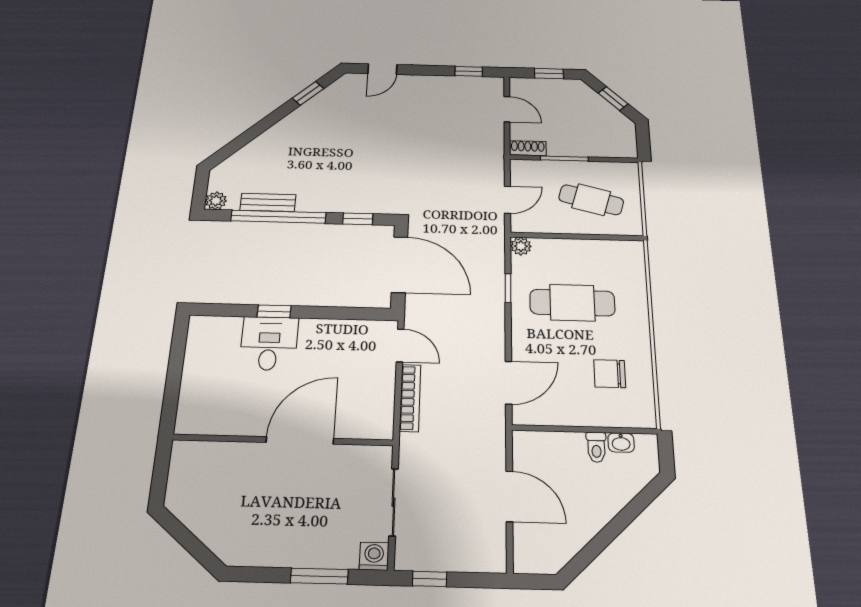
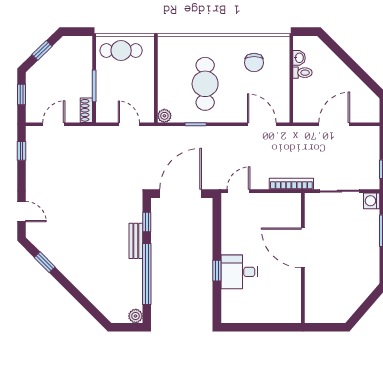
cafe table: (591, 200) -> (121, 51), moved, turned 75
bench: (268, 202) -> (136, 241), moved
bookcase: (410, 398) -> (291, 184), moved

